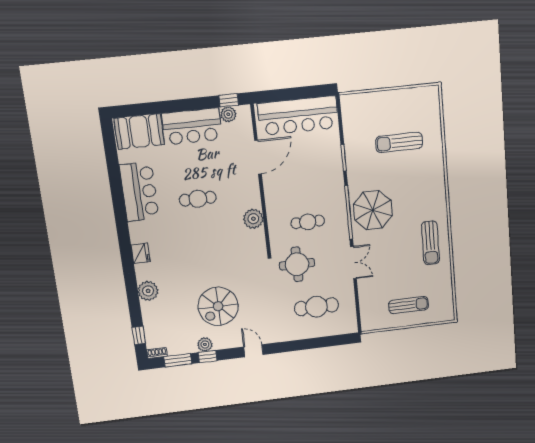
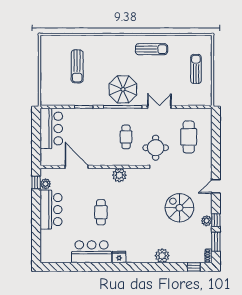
bar counter: (298, 116) -> (51, 129), width x0.73
booth: (139, 131) -> (51, 246), removed
fridge: (141, 253) -> (119, 257), moved
spiral stairs: (218, 306) -> (179, 208), turned 180

